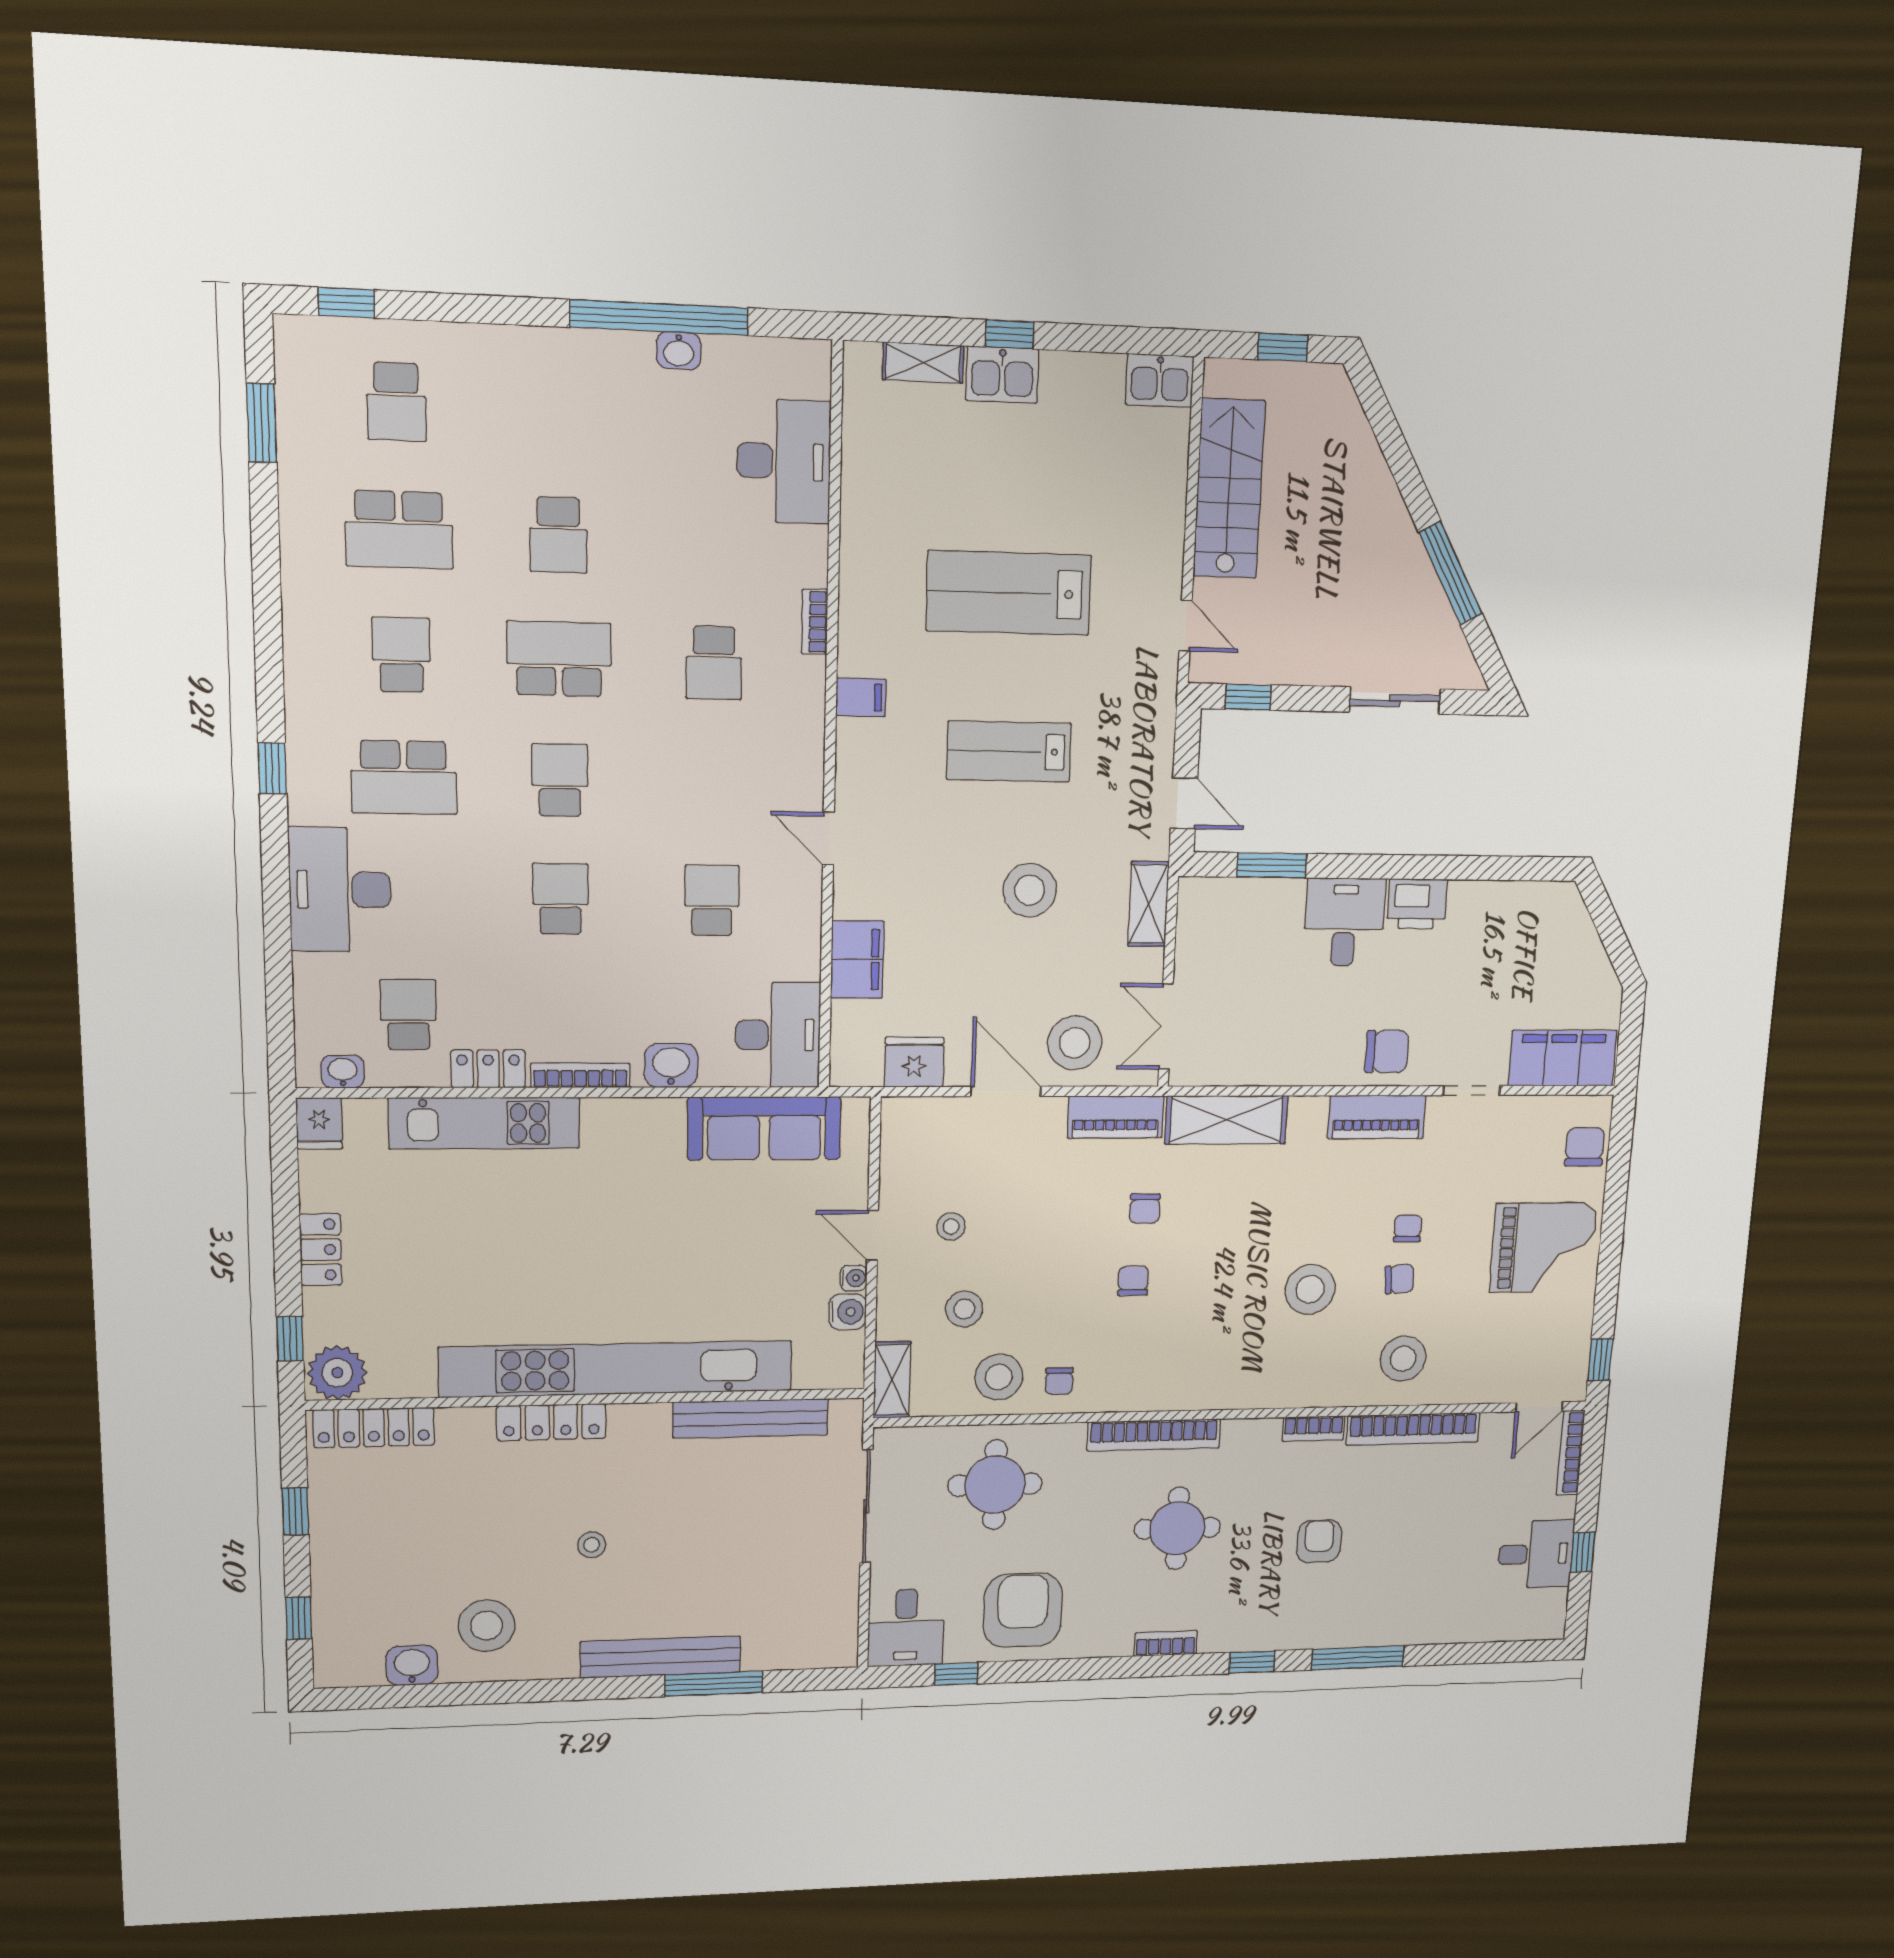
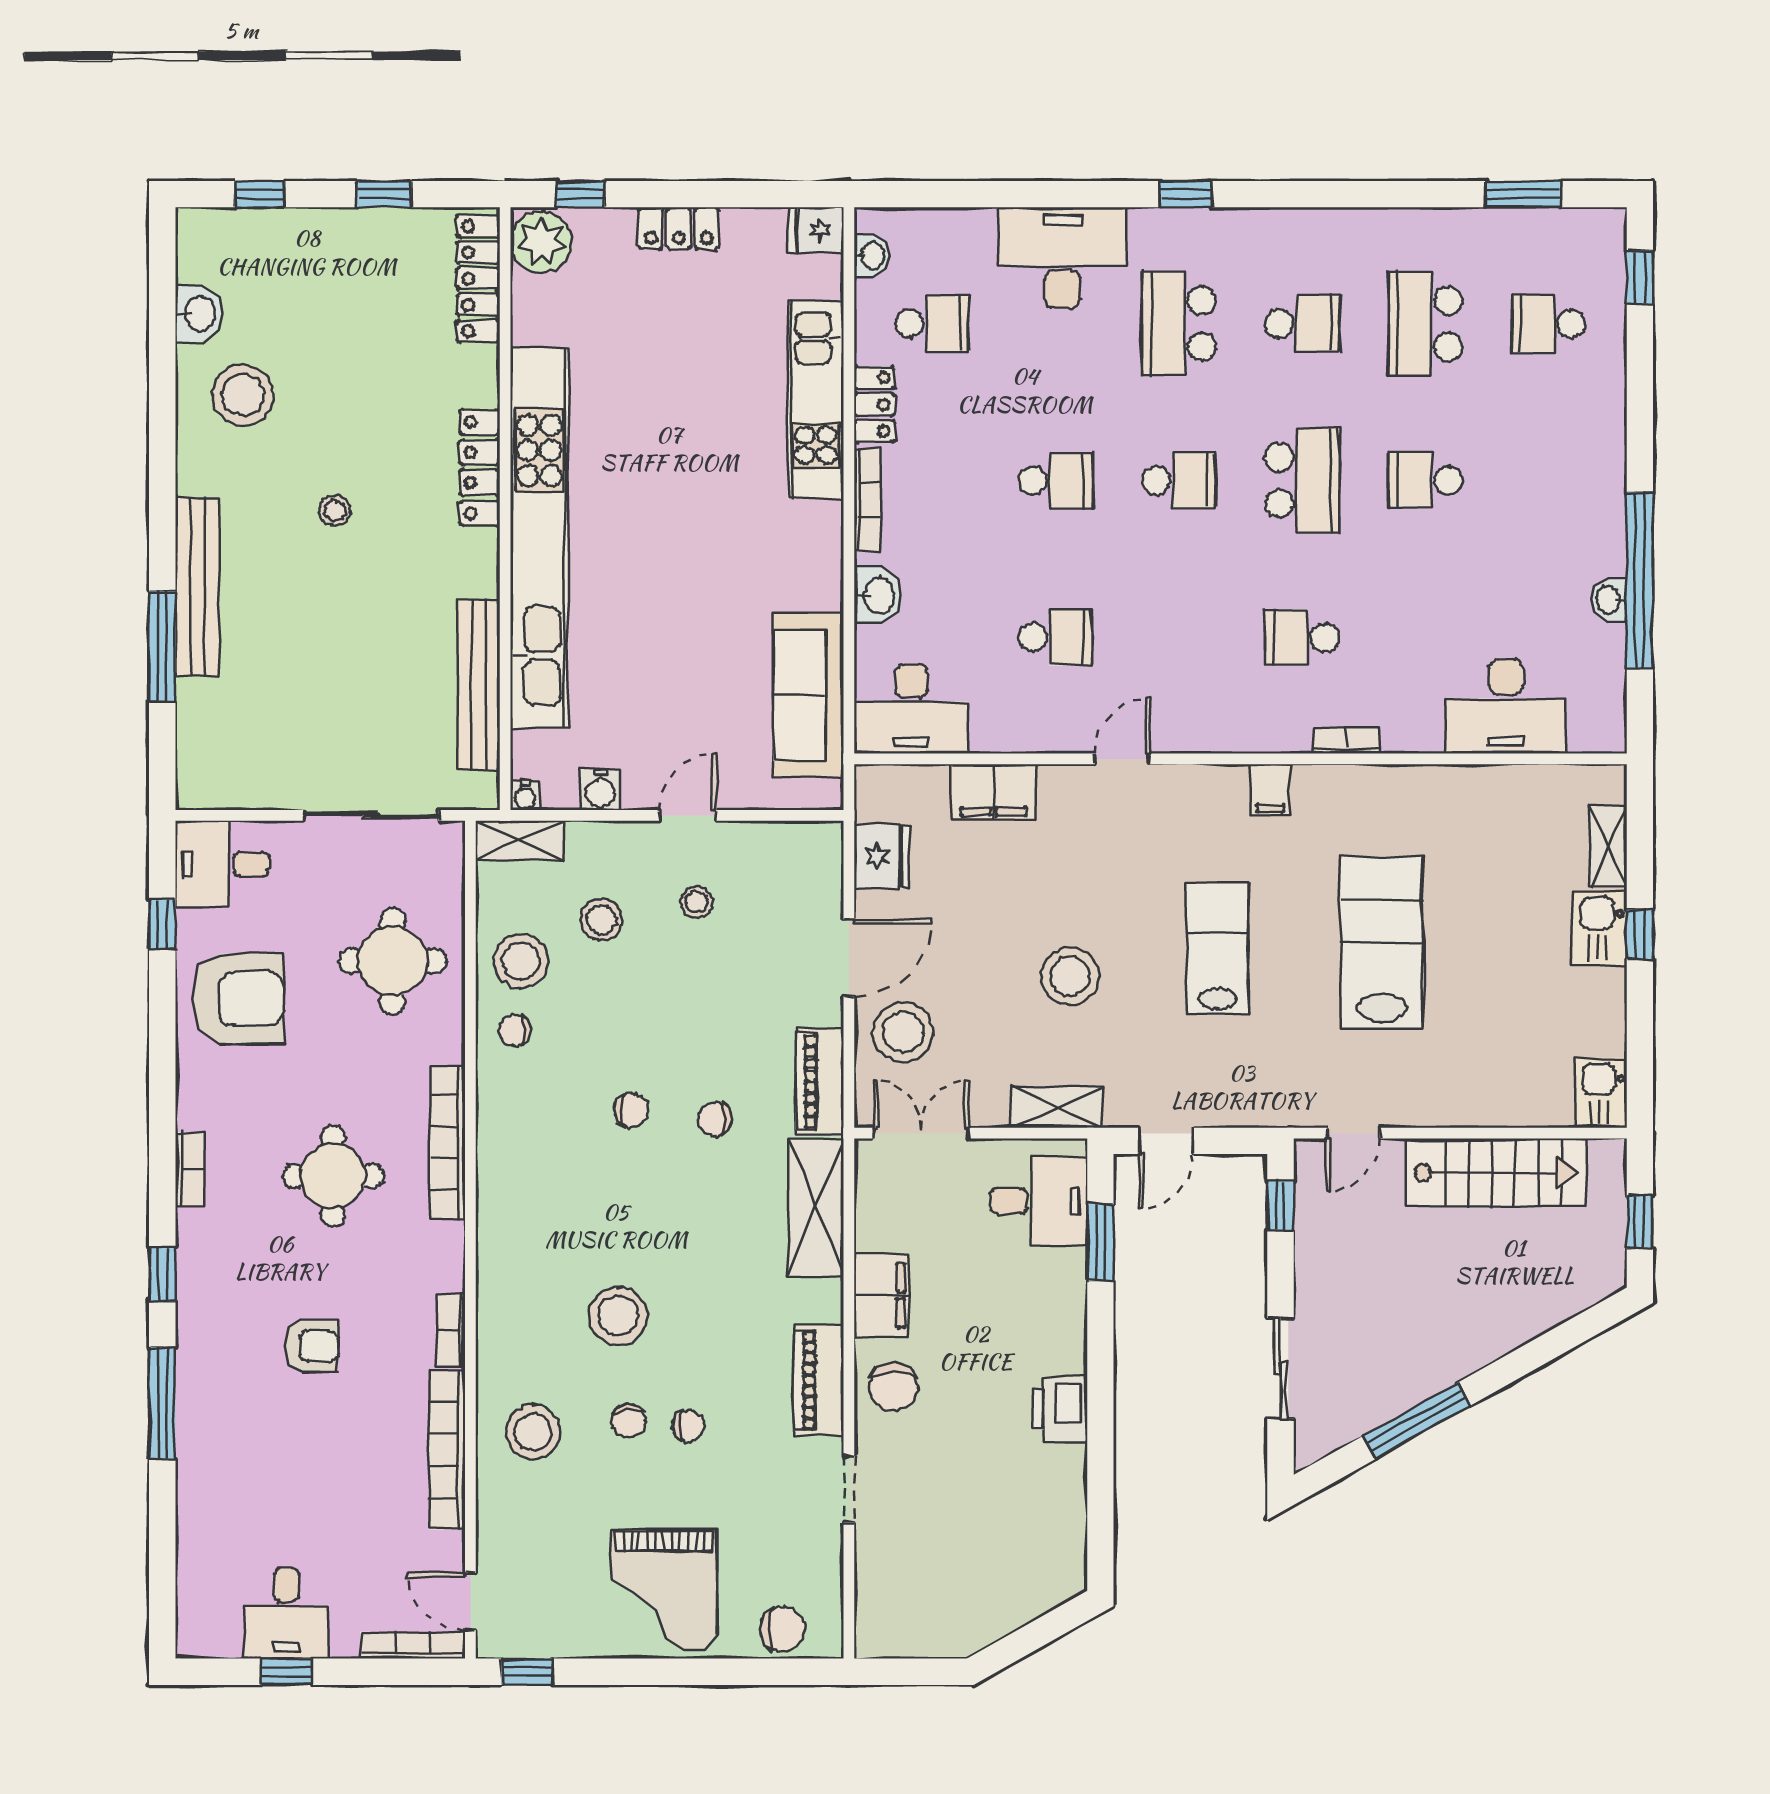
desk: (1344, 922) -> (1039, 1201), moved
filing cabinet: (1563, 1058) -> (882, 1295), moved, width x0.67, depth x0.86
water cooler: (854, 1278) -> (525, 796), moved

